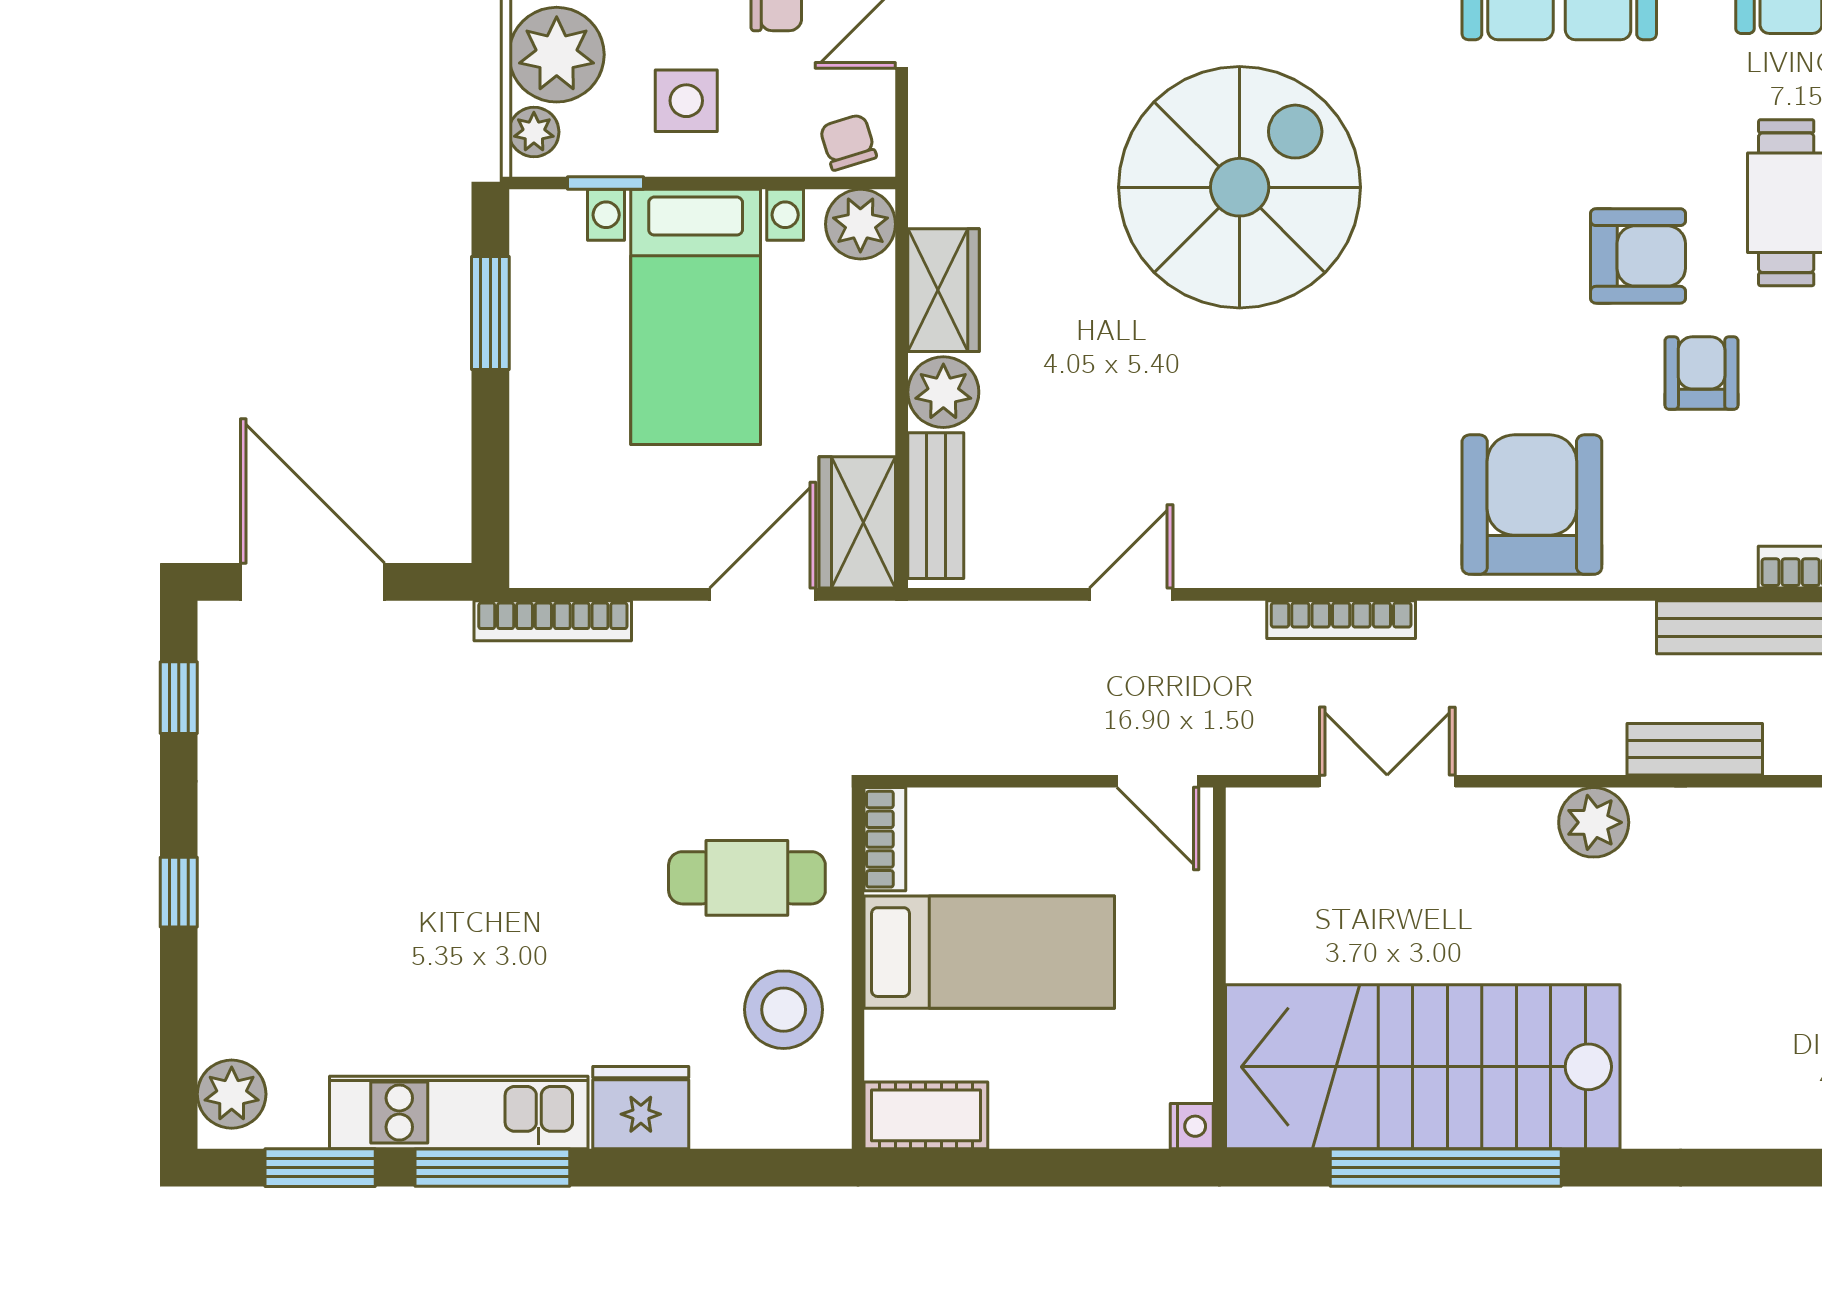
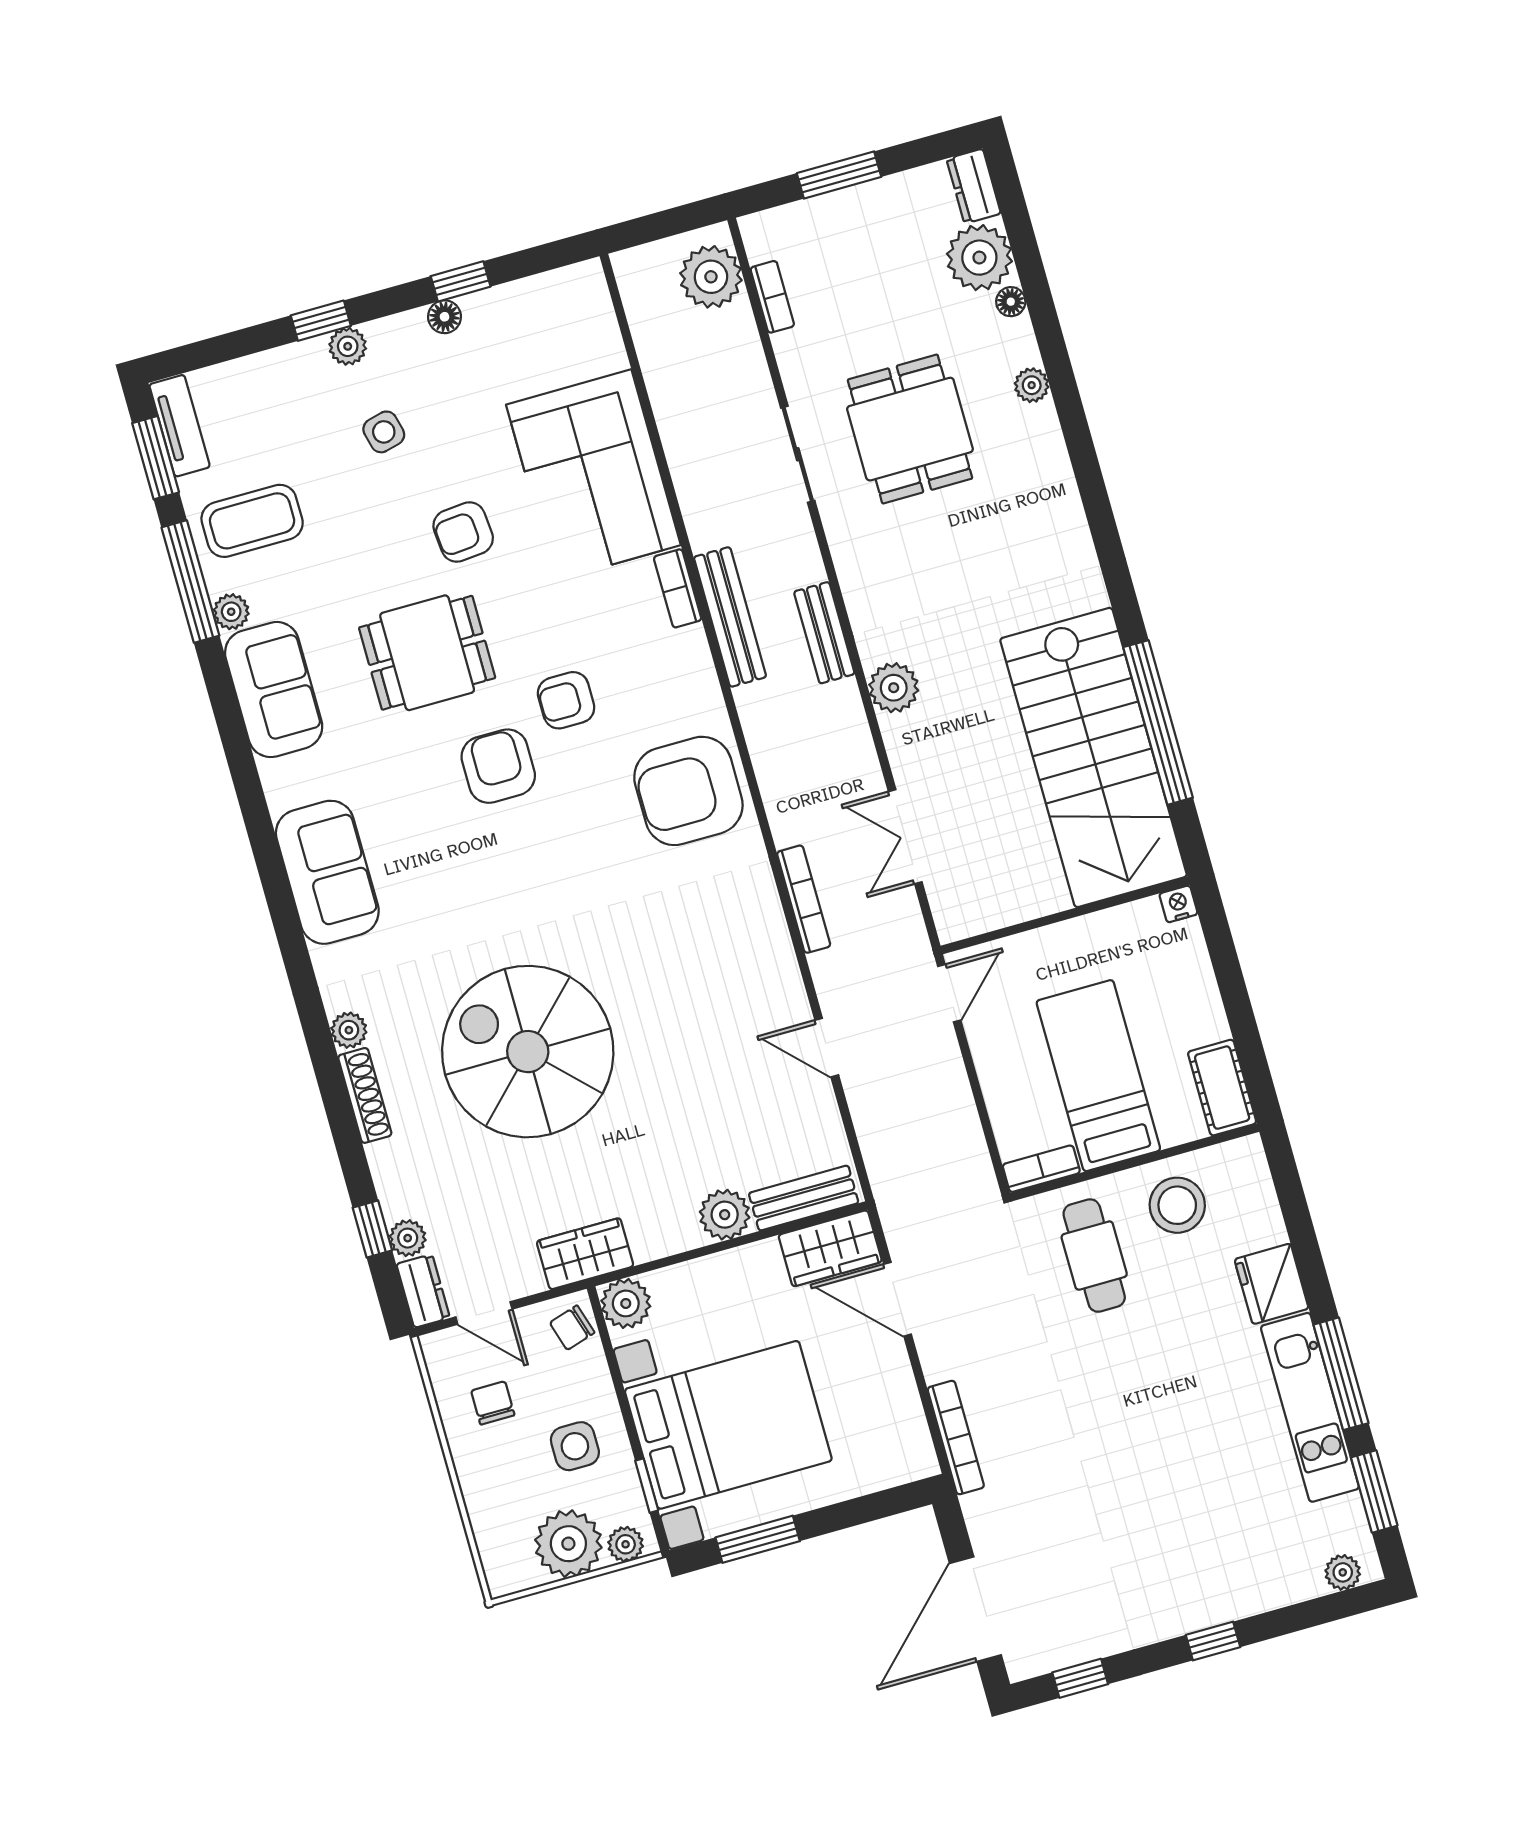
wardrobe: (944, 290) -> (585, 1254), moved
bed with nightstands: (696, 317) -> (728, 1425), width x1.36
plant: (232, 1094) -> (1343, 1572), width x0.73, depth x0.73

